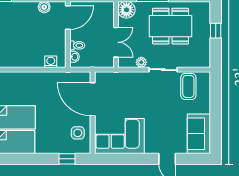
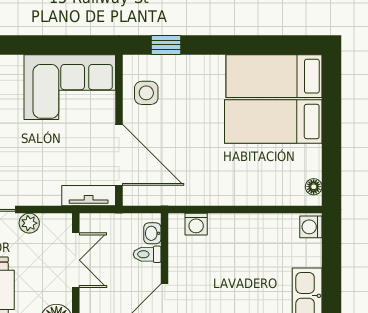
double door: (116, 42) -> (76, 260), swing flipped
tv unit: (109, 77) -> (89, 196), added

